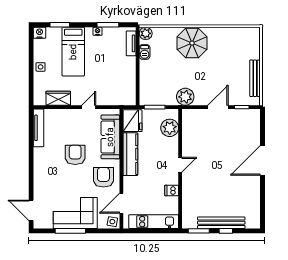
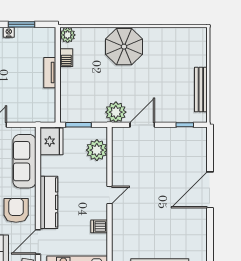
tv unit: (131, 43) -> (50, 73), moved
door: (218, 107) -> (142, 125), moved
kitchen counter: (130, 154) -> (49, 202), moved

